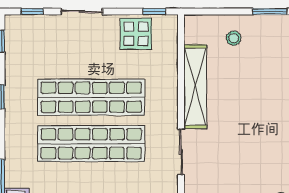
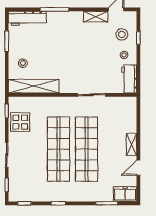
shelving: (195, 87) -> (34, 86), moved

